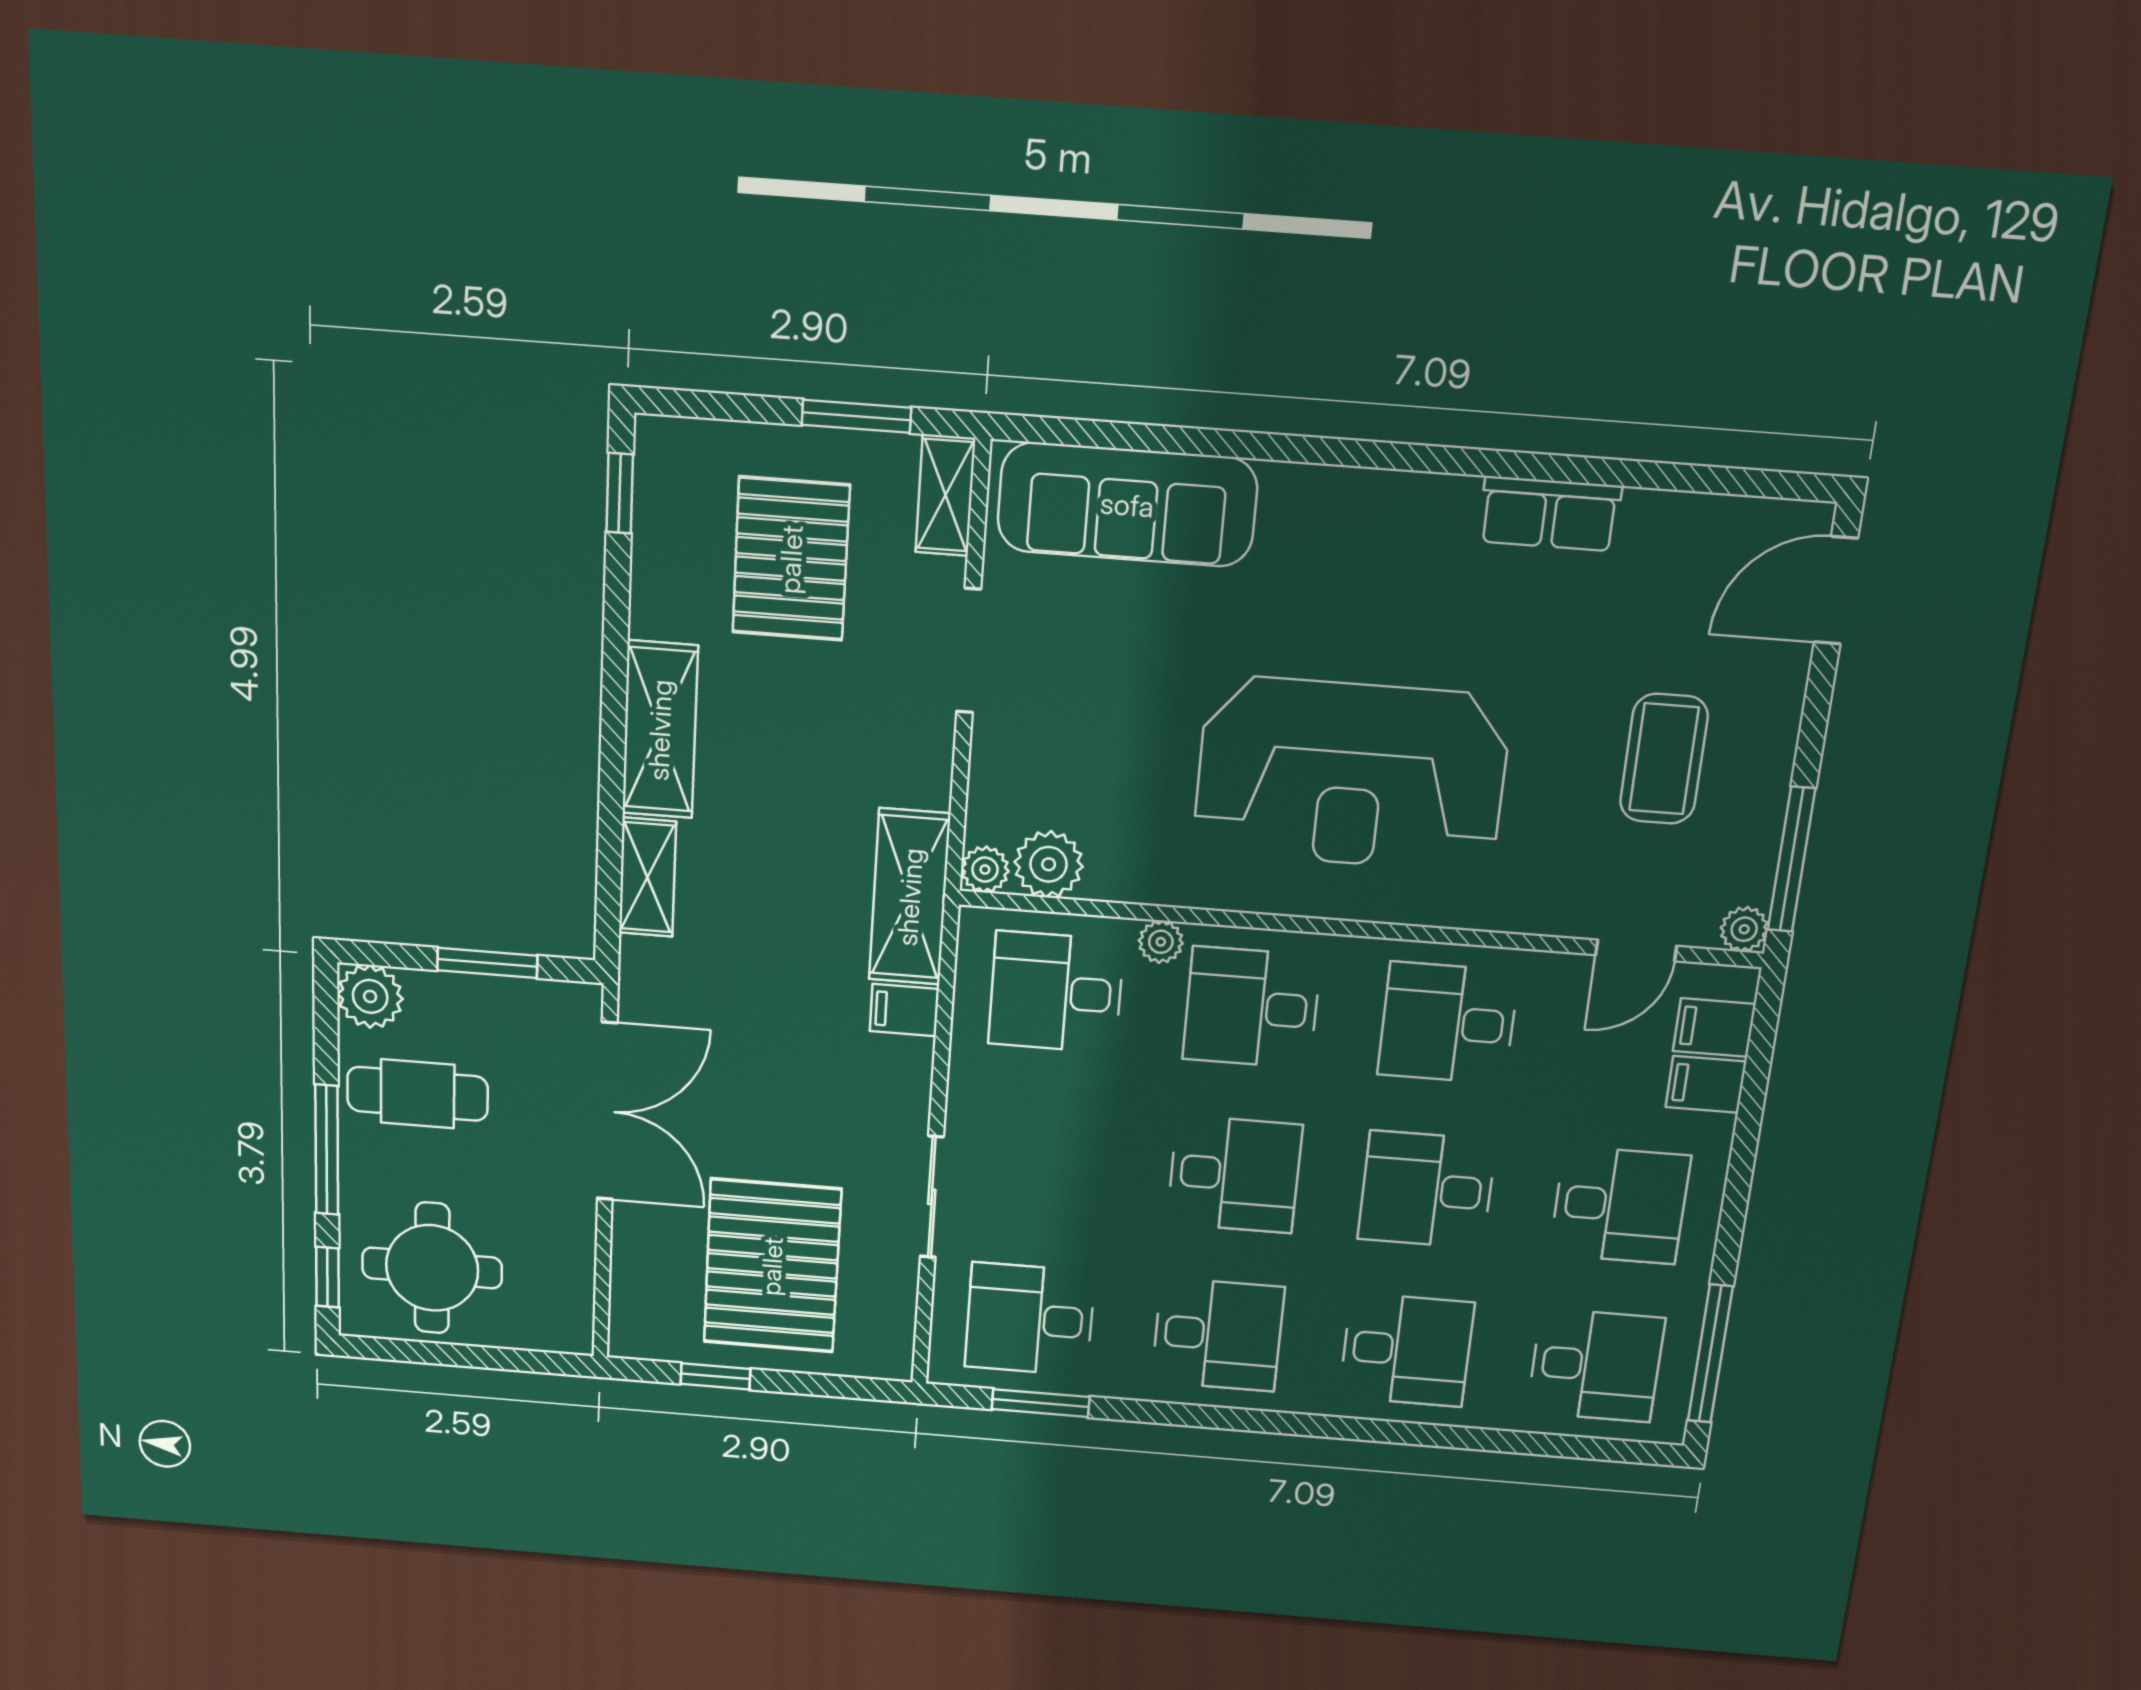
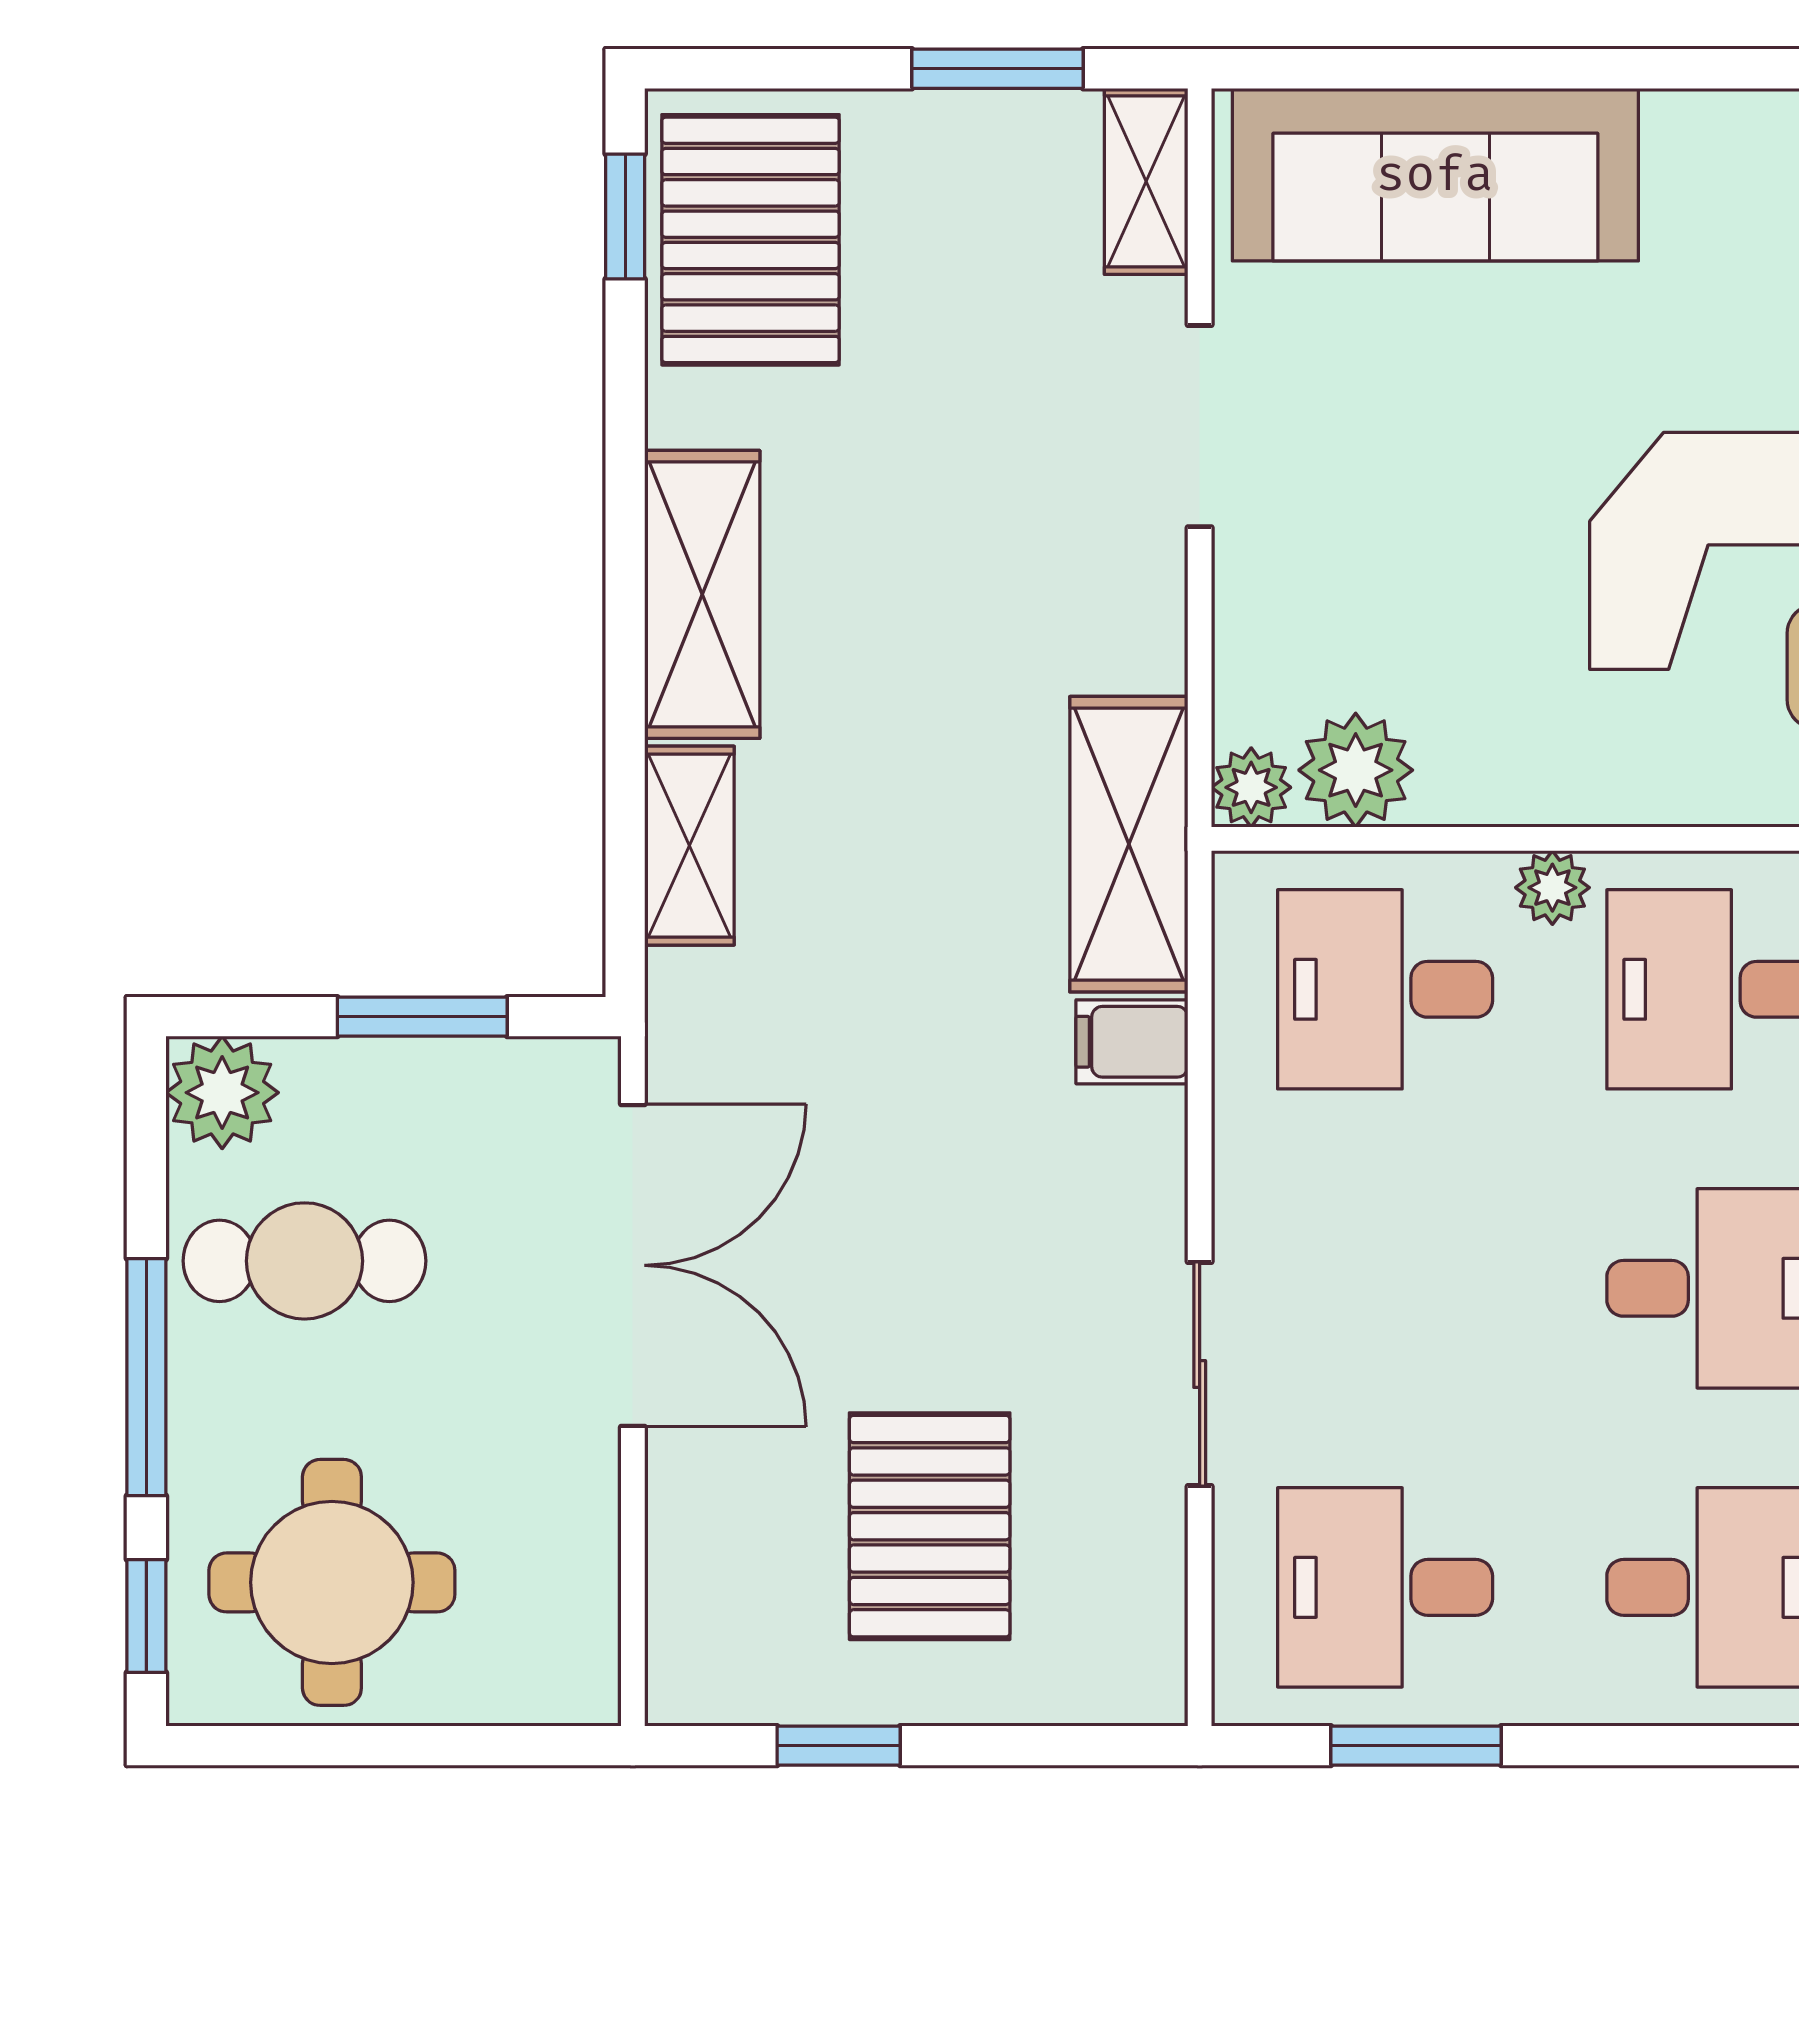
pallet: (791, 559) -> (750, 240), moved
pallet: (772, 1266) -> (930, 1526), width x0.73, depth x0.71

